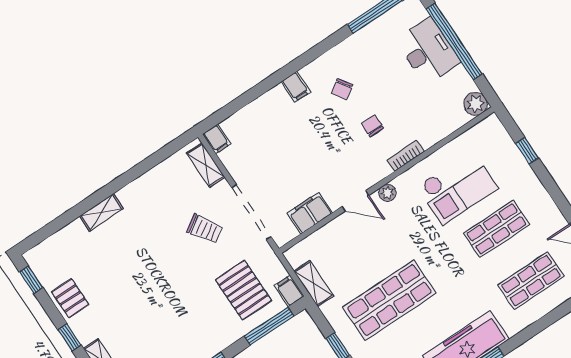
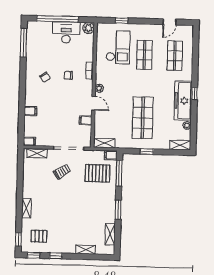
desk: (428, 51) -> (66, 32), moved
filing cabinet: (296, 87) -> (31, 111), moved
checkout: (457, 187) -> (118, 47), moved
door: (356, 201) -> (93, 103), hinge flipped
filing cabinet: (310, 213) -> (86, 120), width x0.50
window: (40, 236) -> (18, 239), added
shelving: (314, 284) -> (104, 143), moved
pallet: (70, 298) -> (39, 236), moved
window: (70, 337) -> (56, 256), moved

